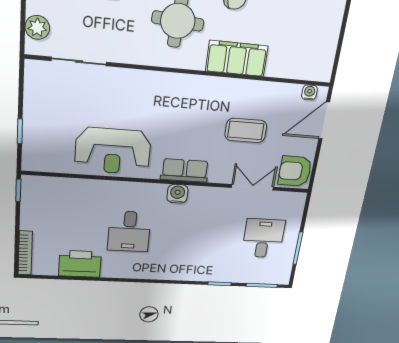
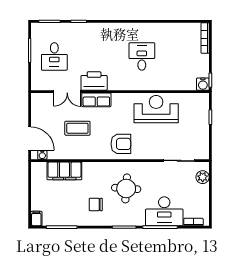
filing cabinet: (237, 58) -> (64, 171), moved
door: (324, 120) -> (30, 138), hinge flipped
row of seats: (185, 170) -> (96, 100), moved
armchair: (295, 171) -> (121, 144), moved
water cooler: (177, 194) -> (203, 84), moved
printer: (80, 264) -> (94, 81), moved, turned 180

